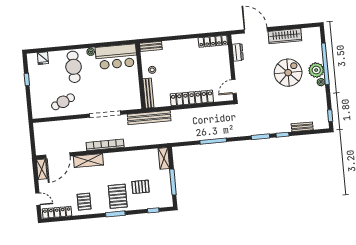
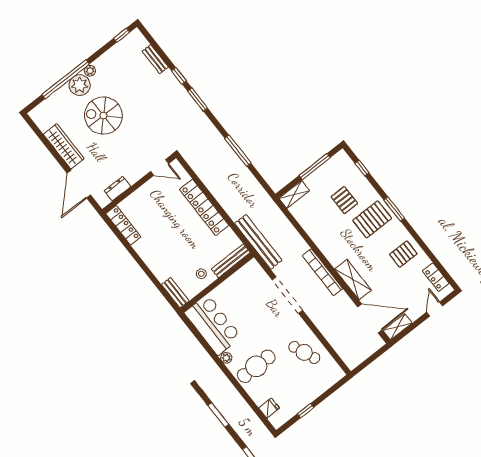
locker: (57, 212) -> (436, 277), width x0.66

